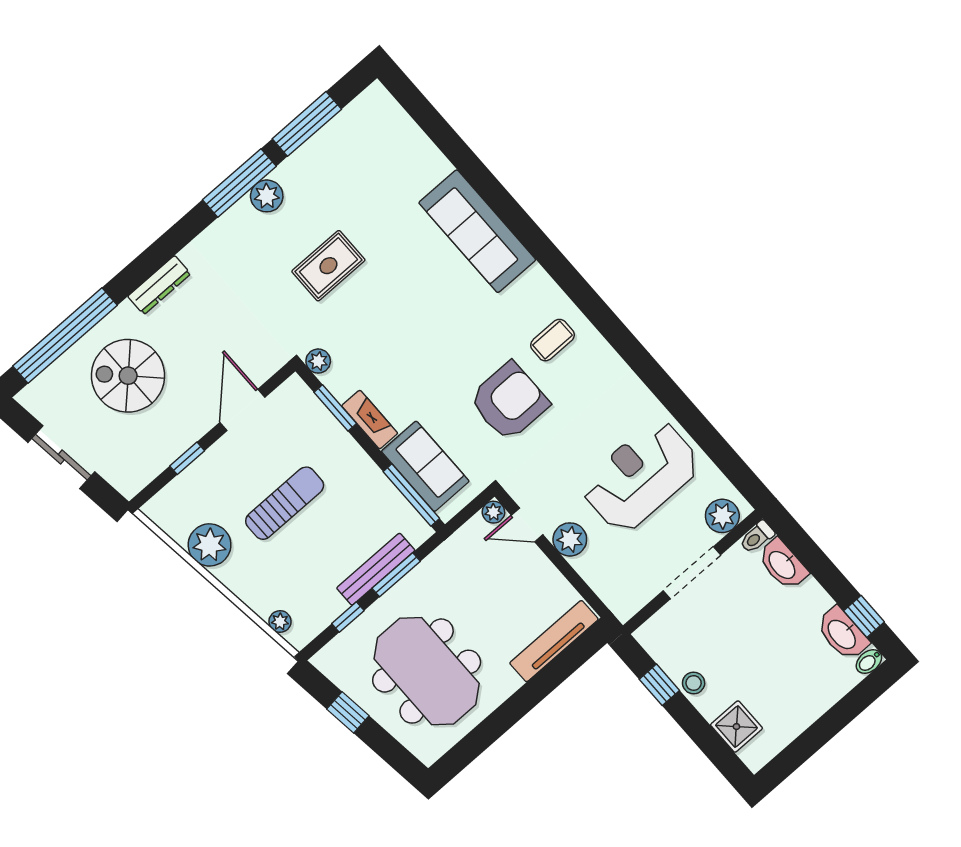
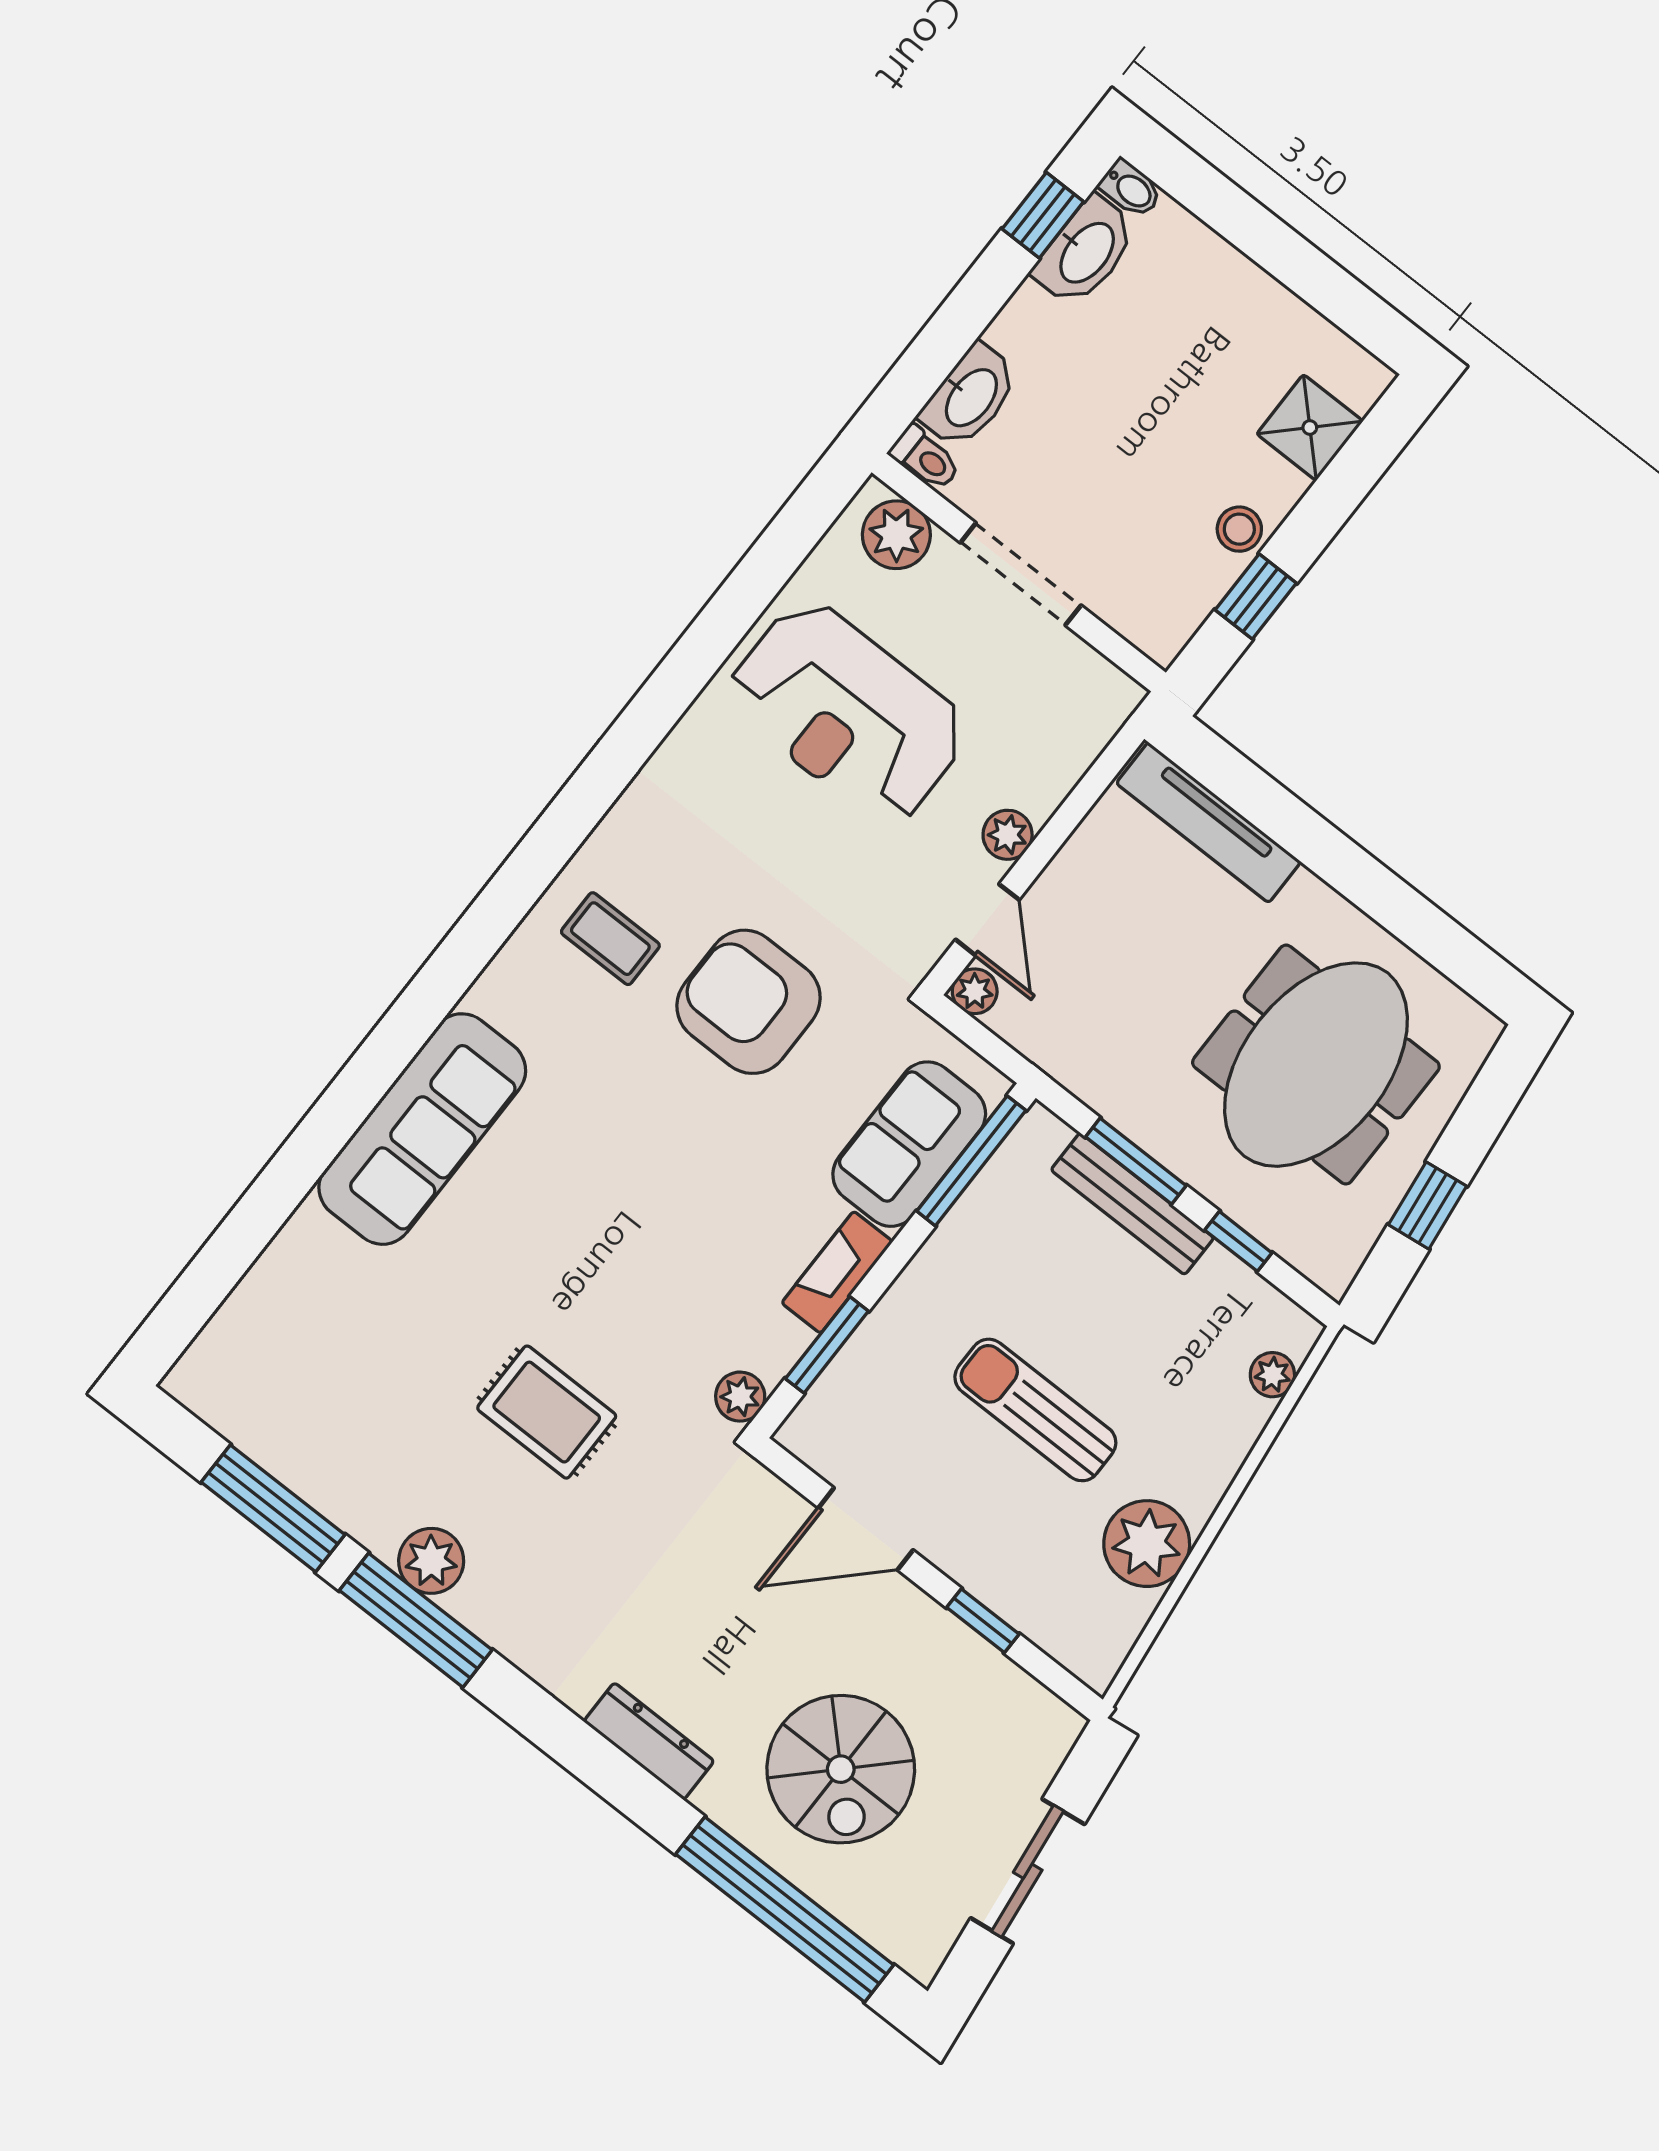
plant: (570, 539) -> (1008, 835), width x0.73, depth x0.73

